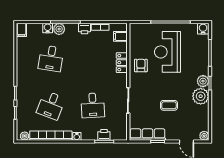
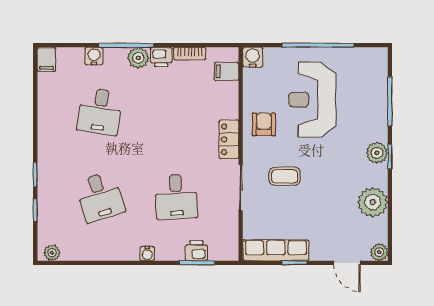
plant: (59, 29) -> (138, 58), moved
water cooler: (203, 29) -> (253, 57), moved
locker: (122, 63) -> (229, 139), moved
plant: (201, 96) -> (373, 202), moved
desk: (51, 105) -> (100, 197), turned -39
coffee table: (169, 105) -> (285, 176), moved
bookcase: (51, 136) -> (100, 252), removed

